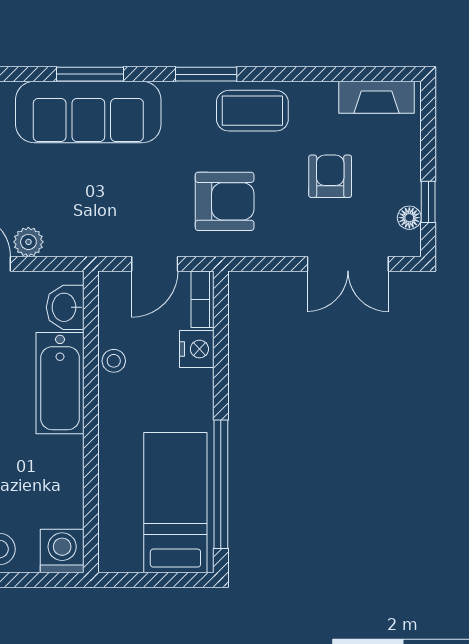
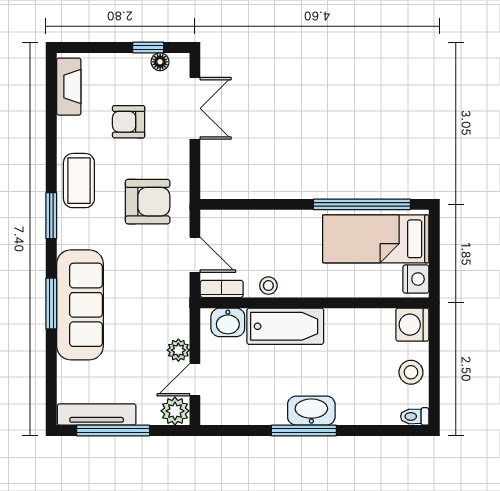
armchair: (225, 201) -> (148, 202), turned 90
bookcase: (203, 299) -> (222, 289), moved, turned 180
nightstand: (197, 349) -> (416, 279), moved, turned 90

